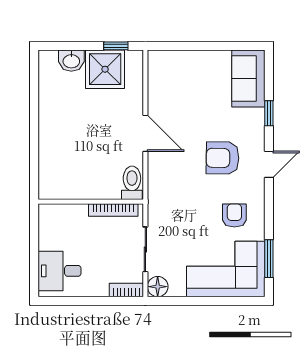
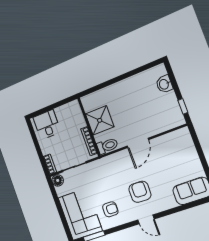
shower: (105, 69) -> (100, 120), moved
window: (269, 113) -> (176, 210), removed

